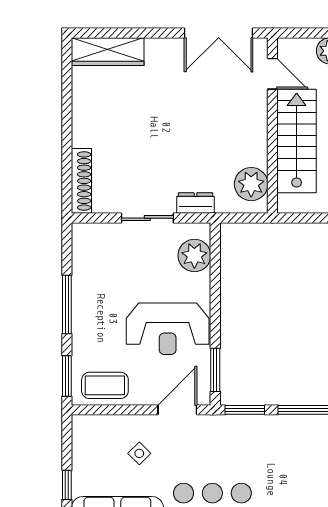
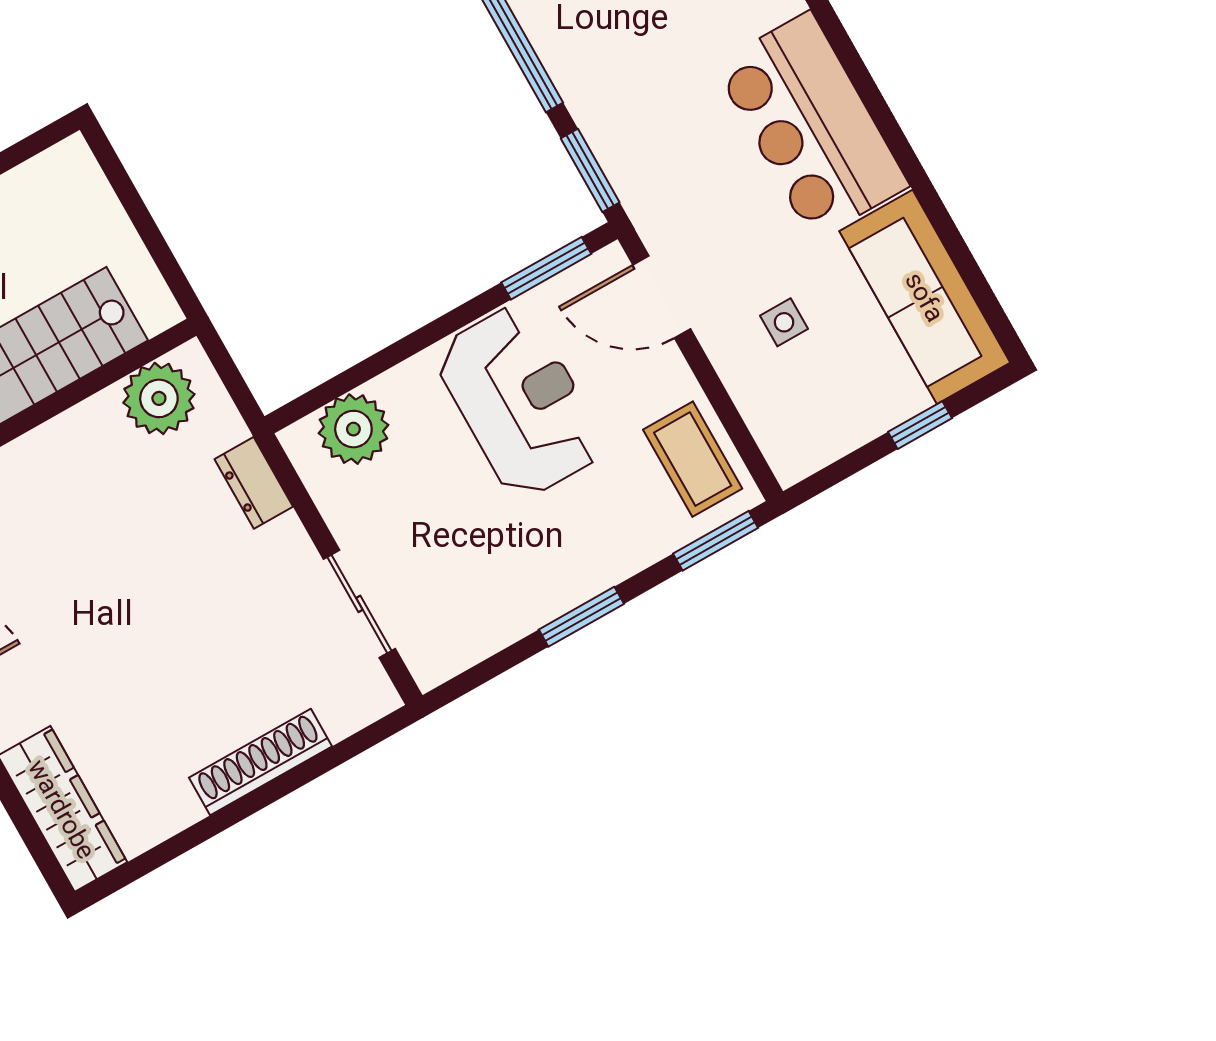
shoe rack: (81, 181) -> (260, 762), moved
sliding door: (147, 218) -> (359, 604), moved
window: (67, 305) -> (581, 617), width x0.69
side table: (139, 453) -> (784, 322), turned 45

